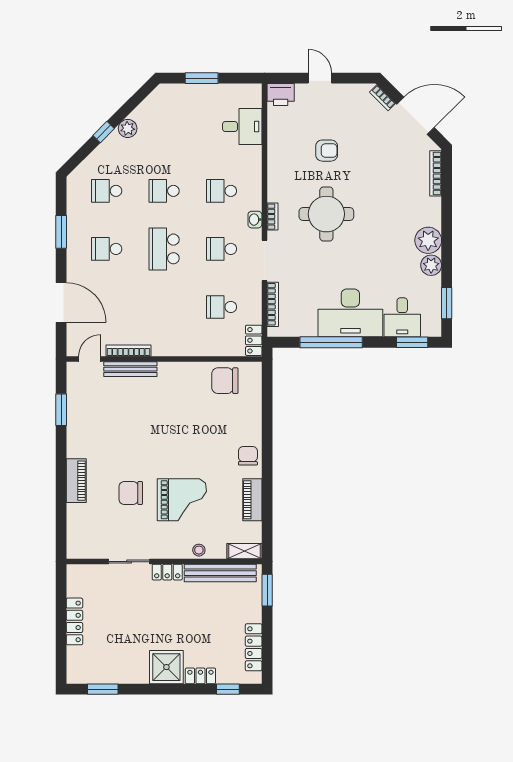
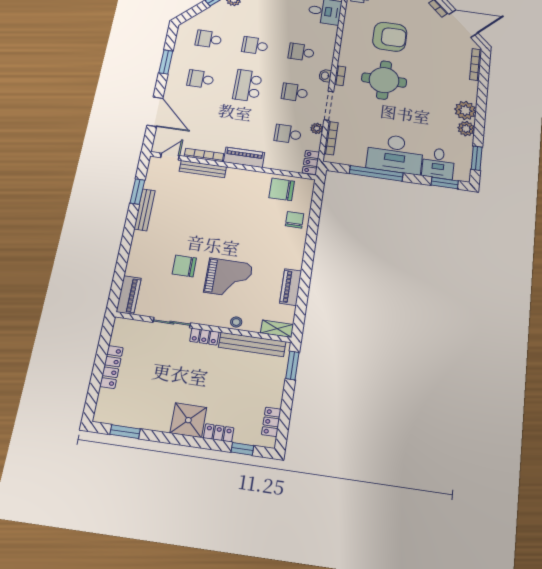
armchair: (327, 151) -> (390, 37), width x1.88, depth x1.88
plant: (254, 294) -> (317, 128), added
piano: (175, 346) -> (244, 157), added
bench: (74, 431) -> (145, 210), added
chair: (248, 456) -> (295, 220), moved
piano: (76, 481) -> (129, 295), moved
locker: (254, 647) -> (271, 422), width x0.66

